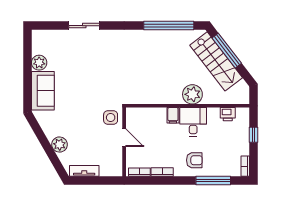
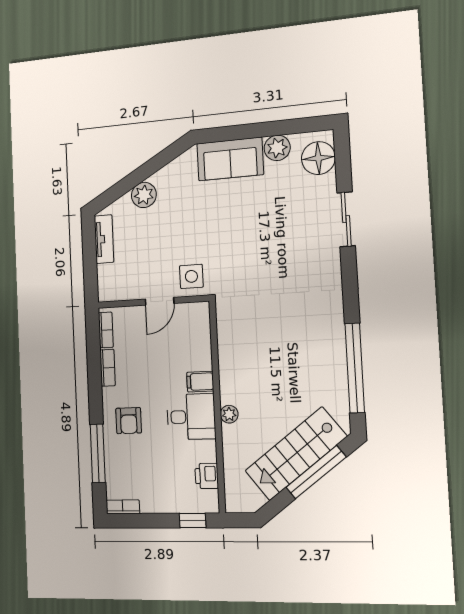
floor lamp: (47, 39) -> (318, 158), added
plant: (192, 94) -> (229, 414), width x0.53, depth x0.53
window: (254, 135) -> (193, 520), moved

